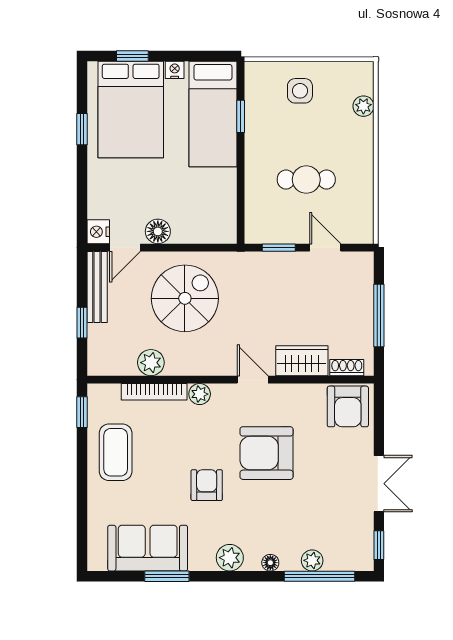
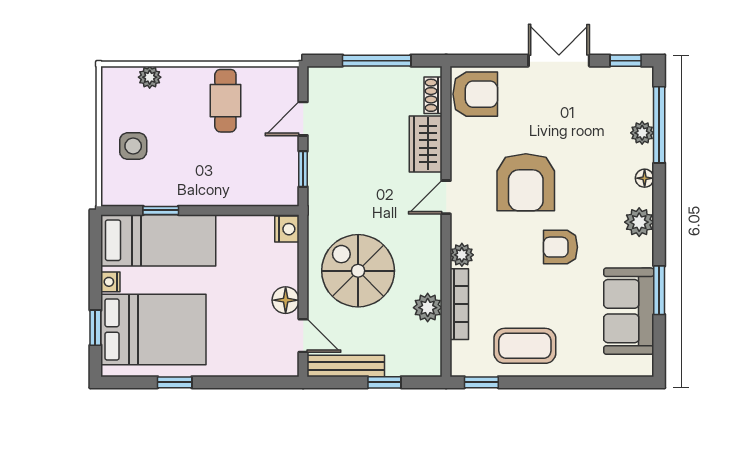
cafe table: (306, 180) -> (225, 101), moved
nightstand: (98, 232) -> (287, 229), moved, turned -90

